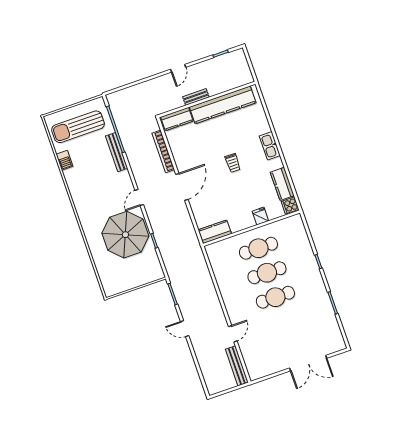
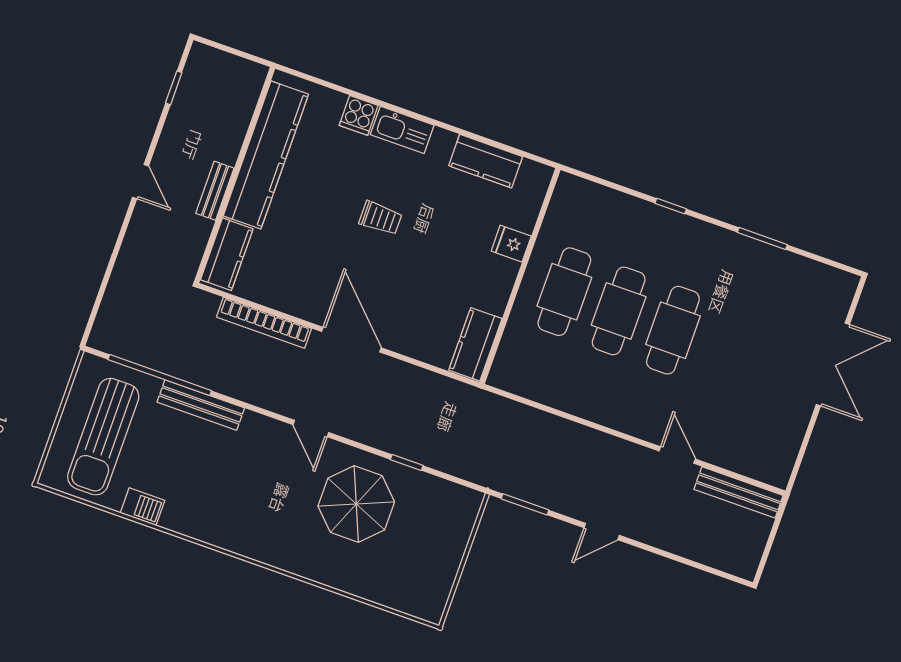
cooker: (290, 205) -> (359, 115), moved
parasol: (125, 235) -> (356, 504), width x0.73, depth x0.73

